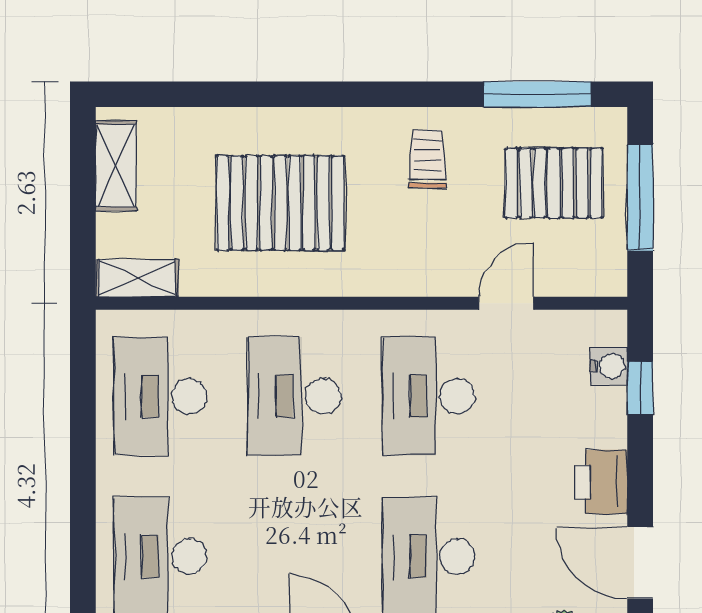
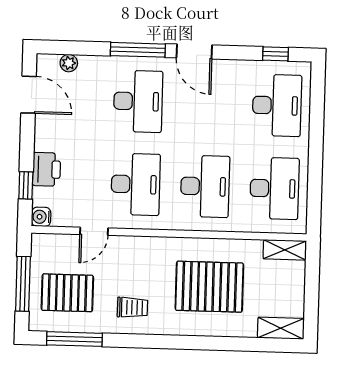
trolley: (428, 159) -> (132, 307), turned -90
shelving: (116, 166) -> (281, 328), moved, turned 90
water cooler: (609, 366) -> (41, 217), moved
printer: (601, 482) -> (47, 169), moved

